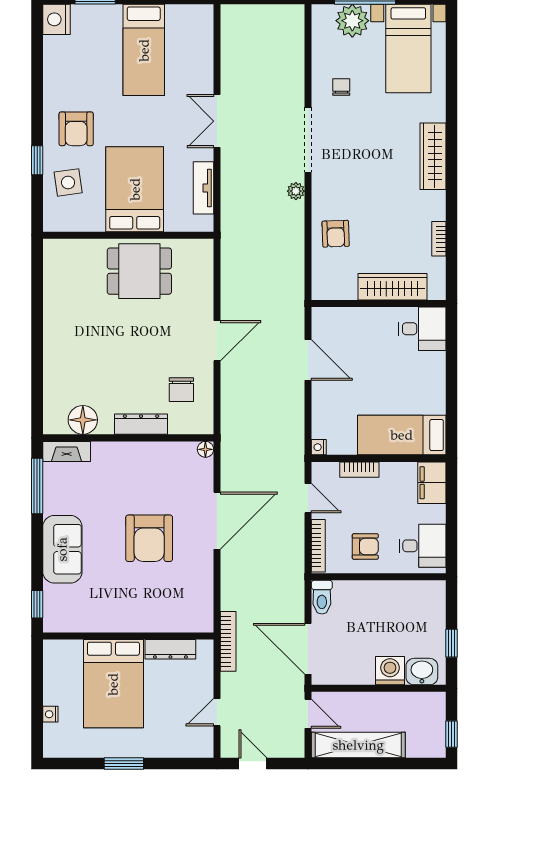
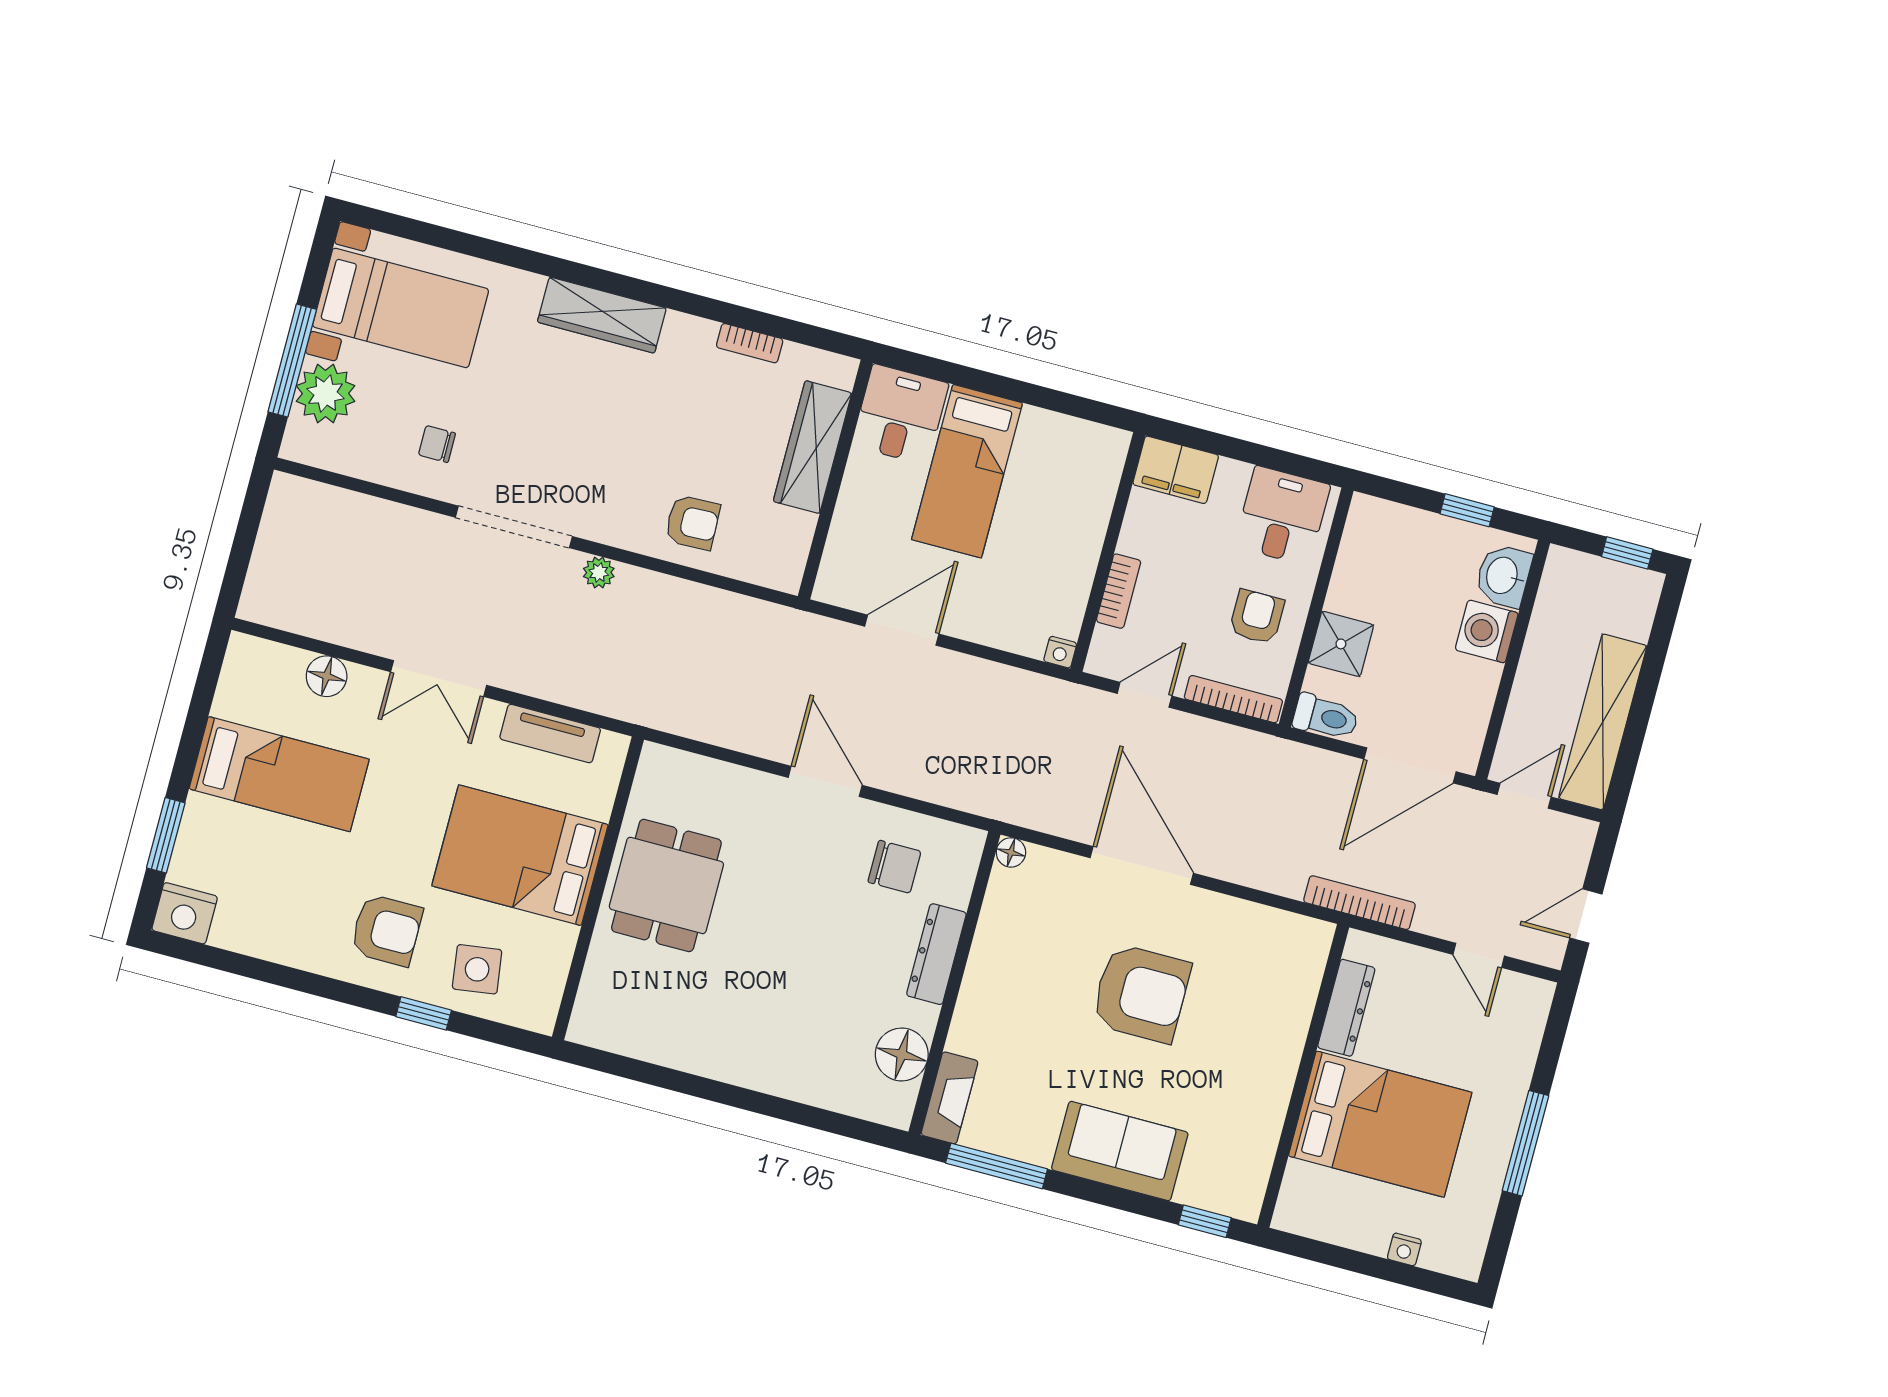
floor lamp: (202, 61) -> (327, 676), added
bed: (402, 435) -> (967, 471), moved
shower: (363, 595) -> (1341, 644), added
window: (124, 763) -> (1525, 1143), width x1.44

